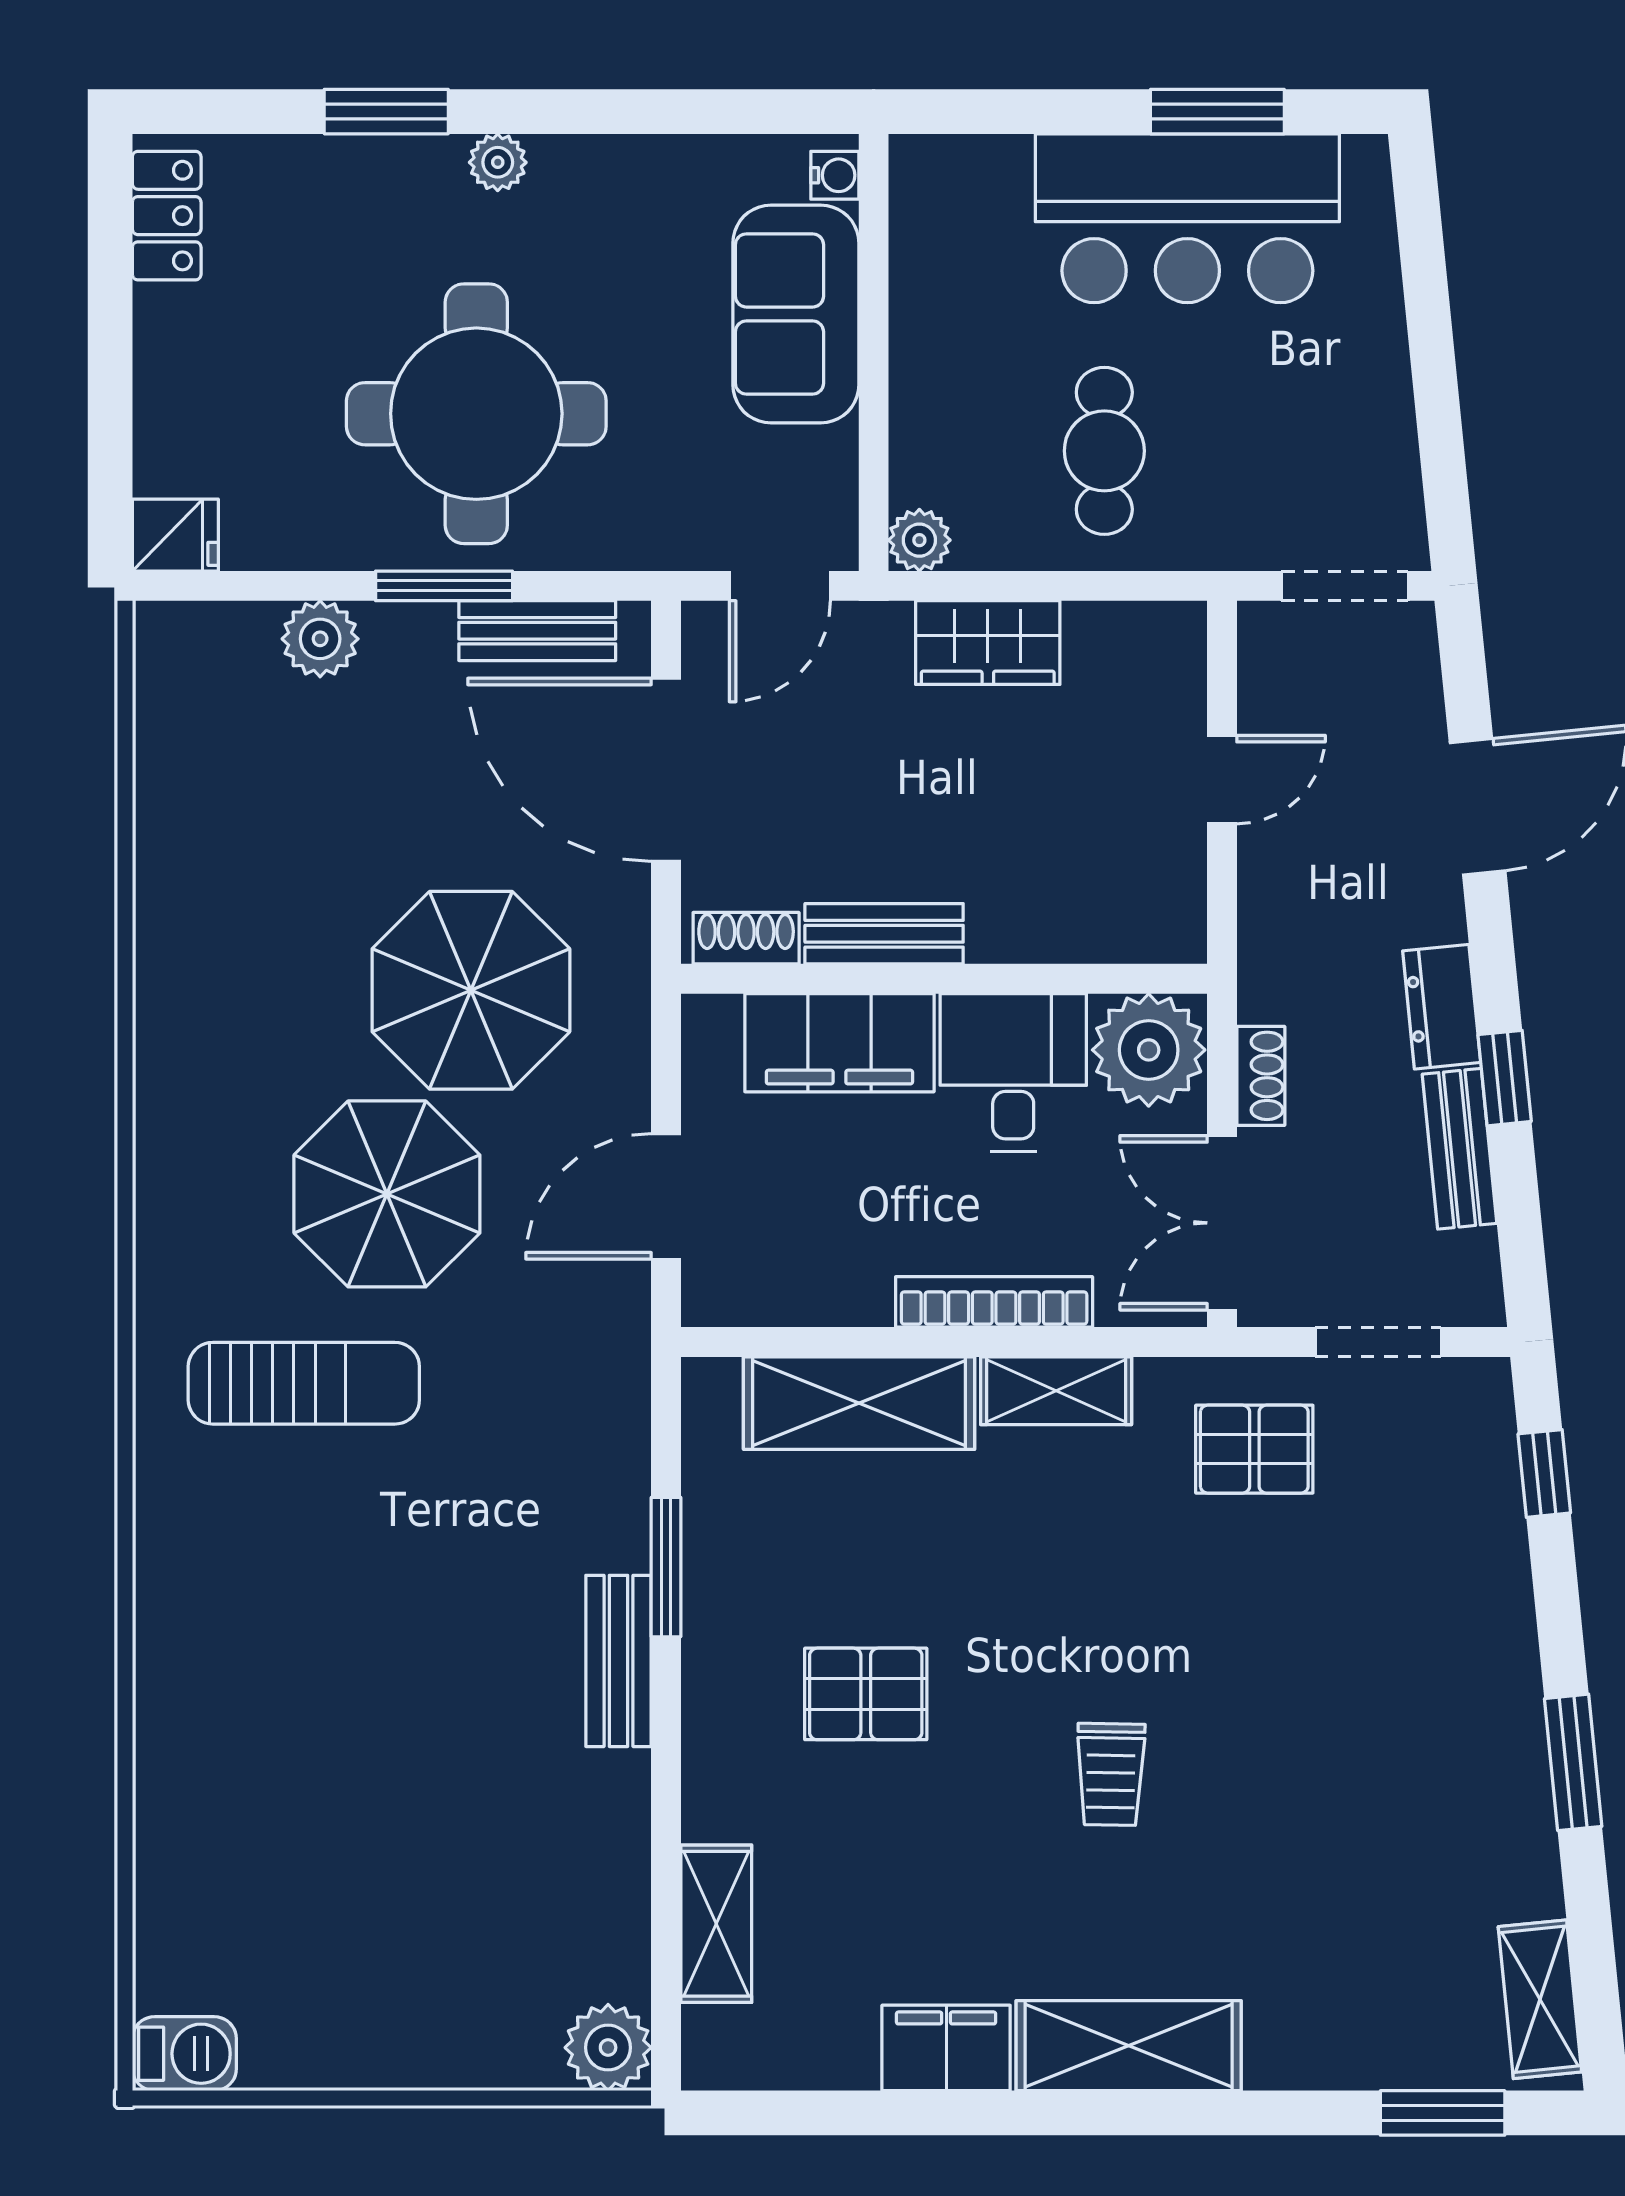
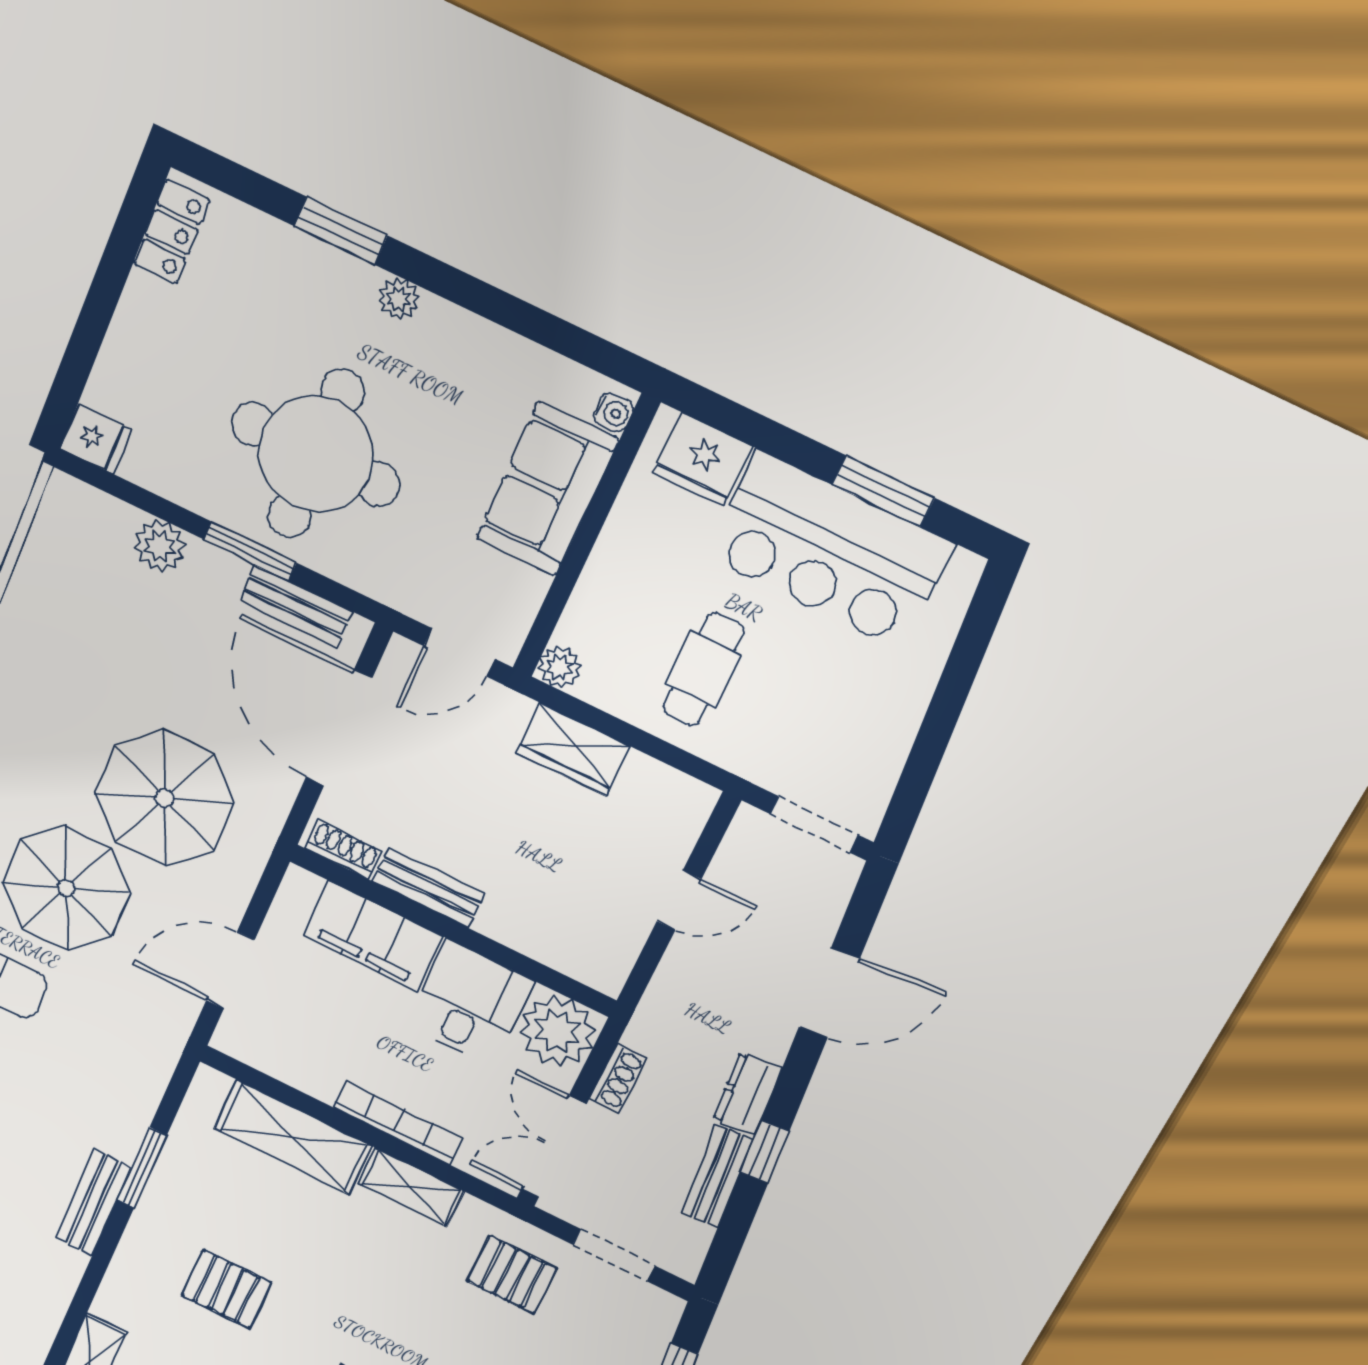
fridge: (975, 181) -> (703, 460), added

